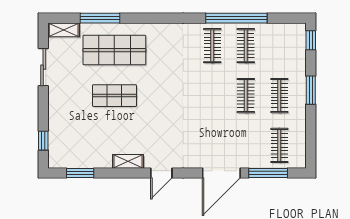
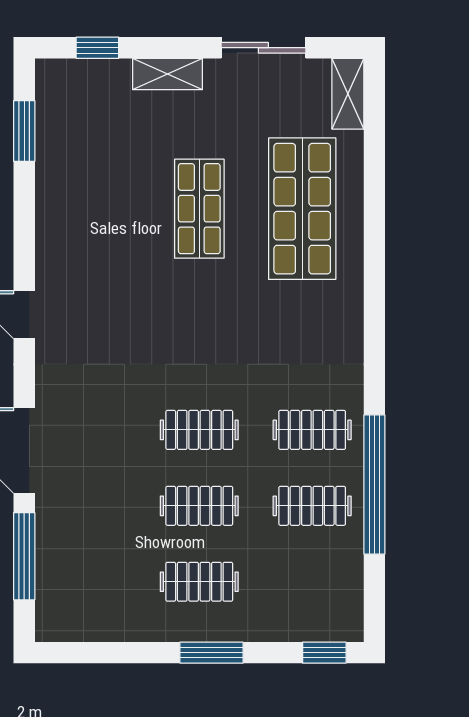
window: (100, 18) -> (374, 176), removed
clothes rail: (279, 145) -> (199, 430), moved
shelving: (128, 161) -> (168, 74), moved, turned 90

